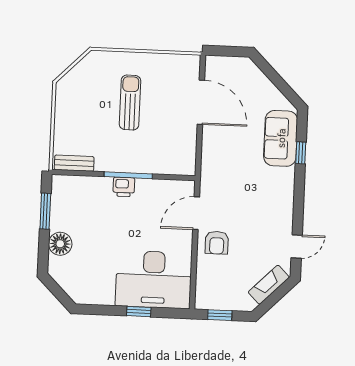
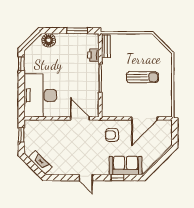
printer: (124, 187) -> (93, 55), moved
armchair: (217, 243) -> (112, 135), moved
floor lamp: (60, 244) -> (49, 40), moved
door: (297, 246) -> (86, 178), moved
window: (139, 312) -> (21, 63), moved

